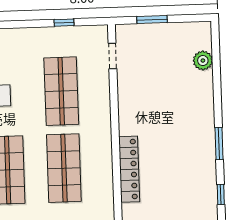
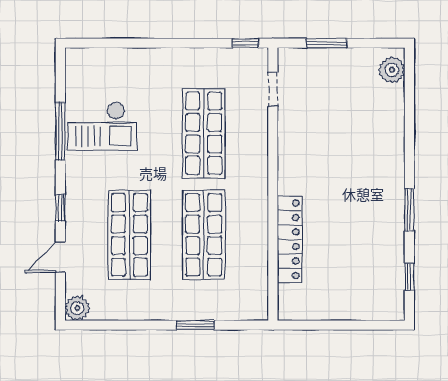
window: (64, 23) -> (245, 43), moved
plant: (203, 61) -> (392, 70), moved

